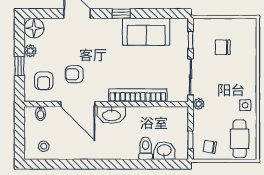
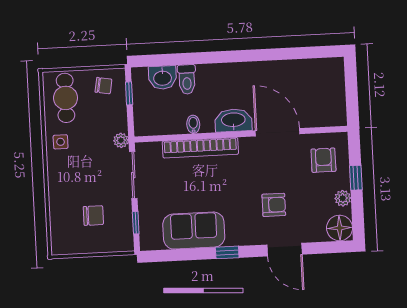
armchair: (74, 74) -> (274, 205), moved
bidet: (41, 114) -> (193, 124), moved
stool: (44, 146) -> (319, 75), removed

